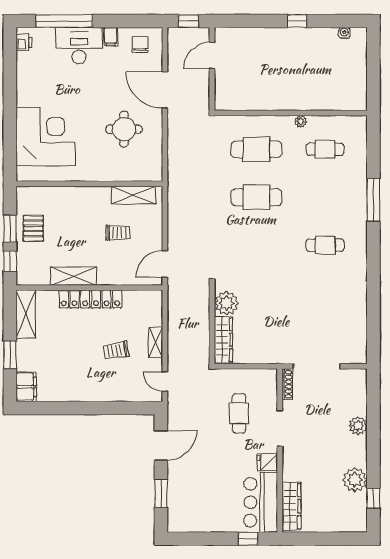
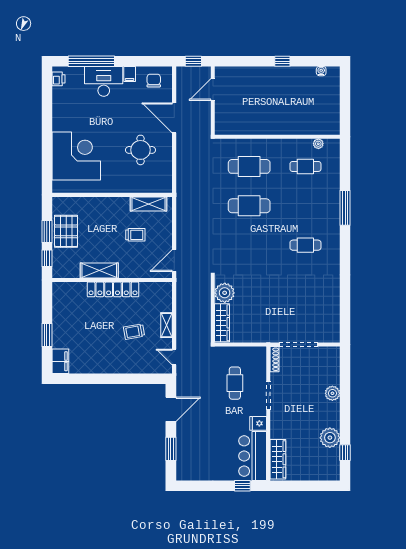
plant: (301, 122) -> (318, 144), moved
pallet: (33, 228) -> (66, 231), width x1.50, depth x1.42
shelving: (26, 314) -> (60, 302), removed

